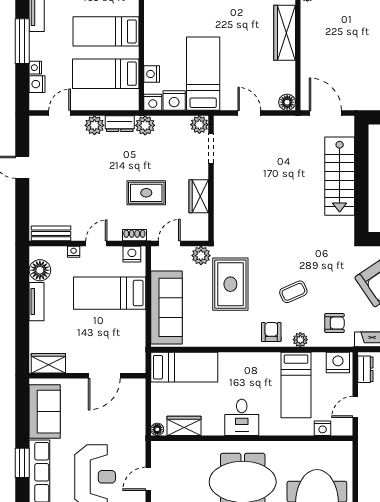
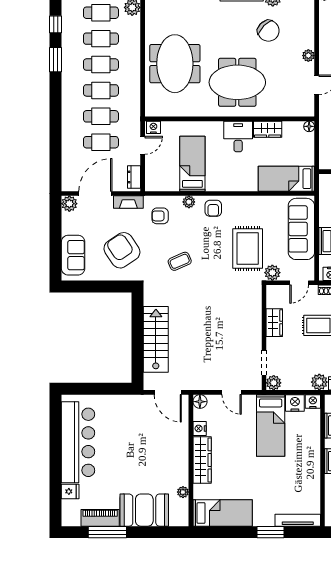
nightstand: (152, 74) -> (200, 428), moved, turned 180
coffee table: (293, 292) -> (180, 261), moved
nightstand: (338, 363) -> (157, 183), removed
wardrobe: (184, 426) -> (268, 129), moved
nightstand: (323, 428) -> (153, 127), moved

